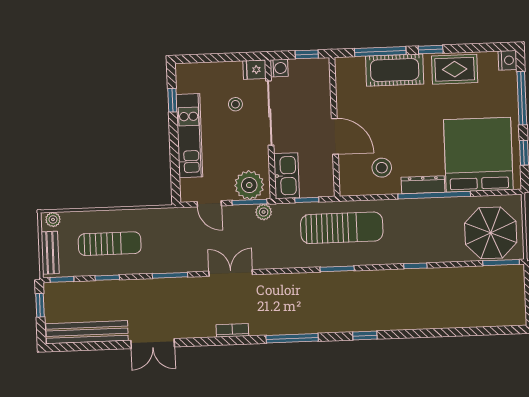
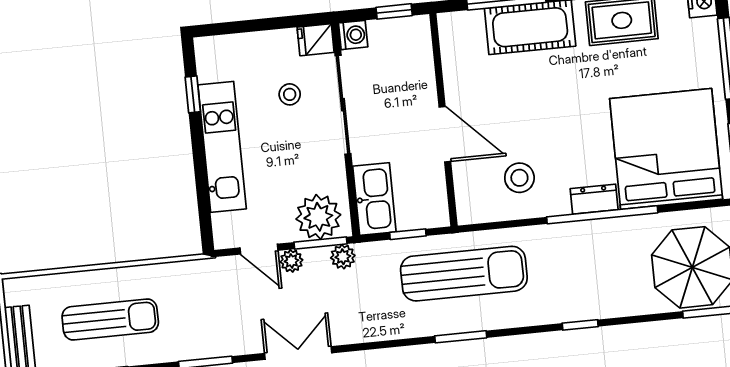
dresser: (423, 185) -> (594, 199), width x0.70
plant: (53, 219) -> (291, 261), moved

